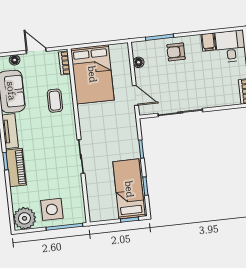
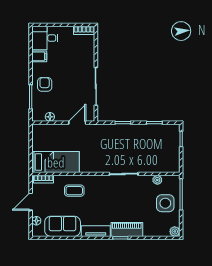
armchair: (176, 52) -> (45, 84), turned 180
bed: (92, 74) -> (56, 162), width x0.67
bed: (129, 189) -> (155, 137), removed
plant: (78, 197) -> (157, 180), added
plant: (25, 218) -> (175, 231), width x0.53, depth x0.53

